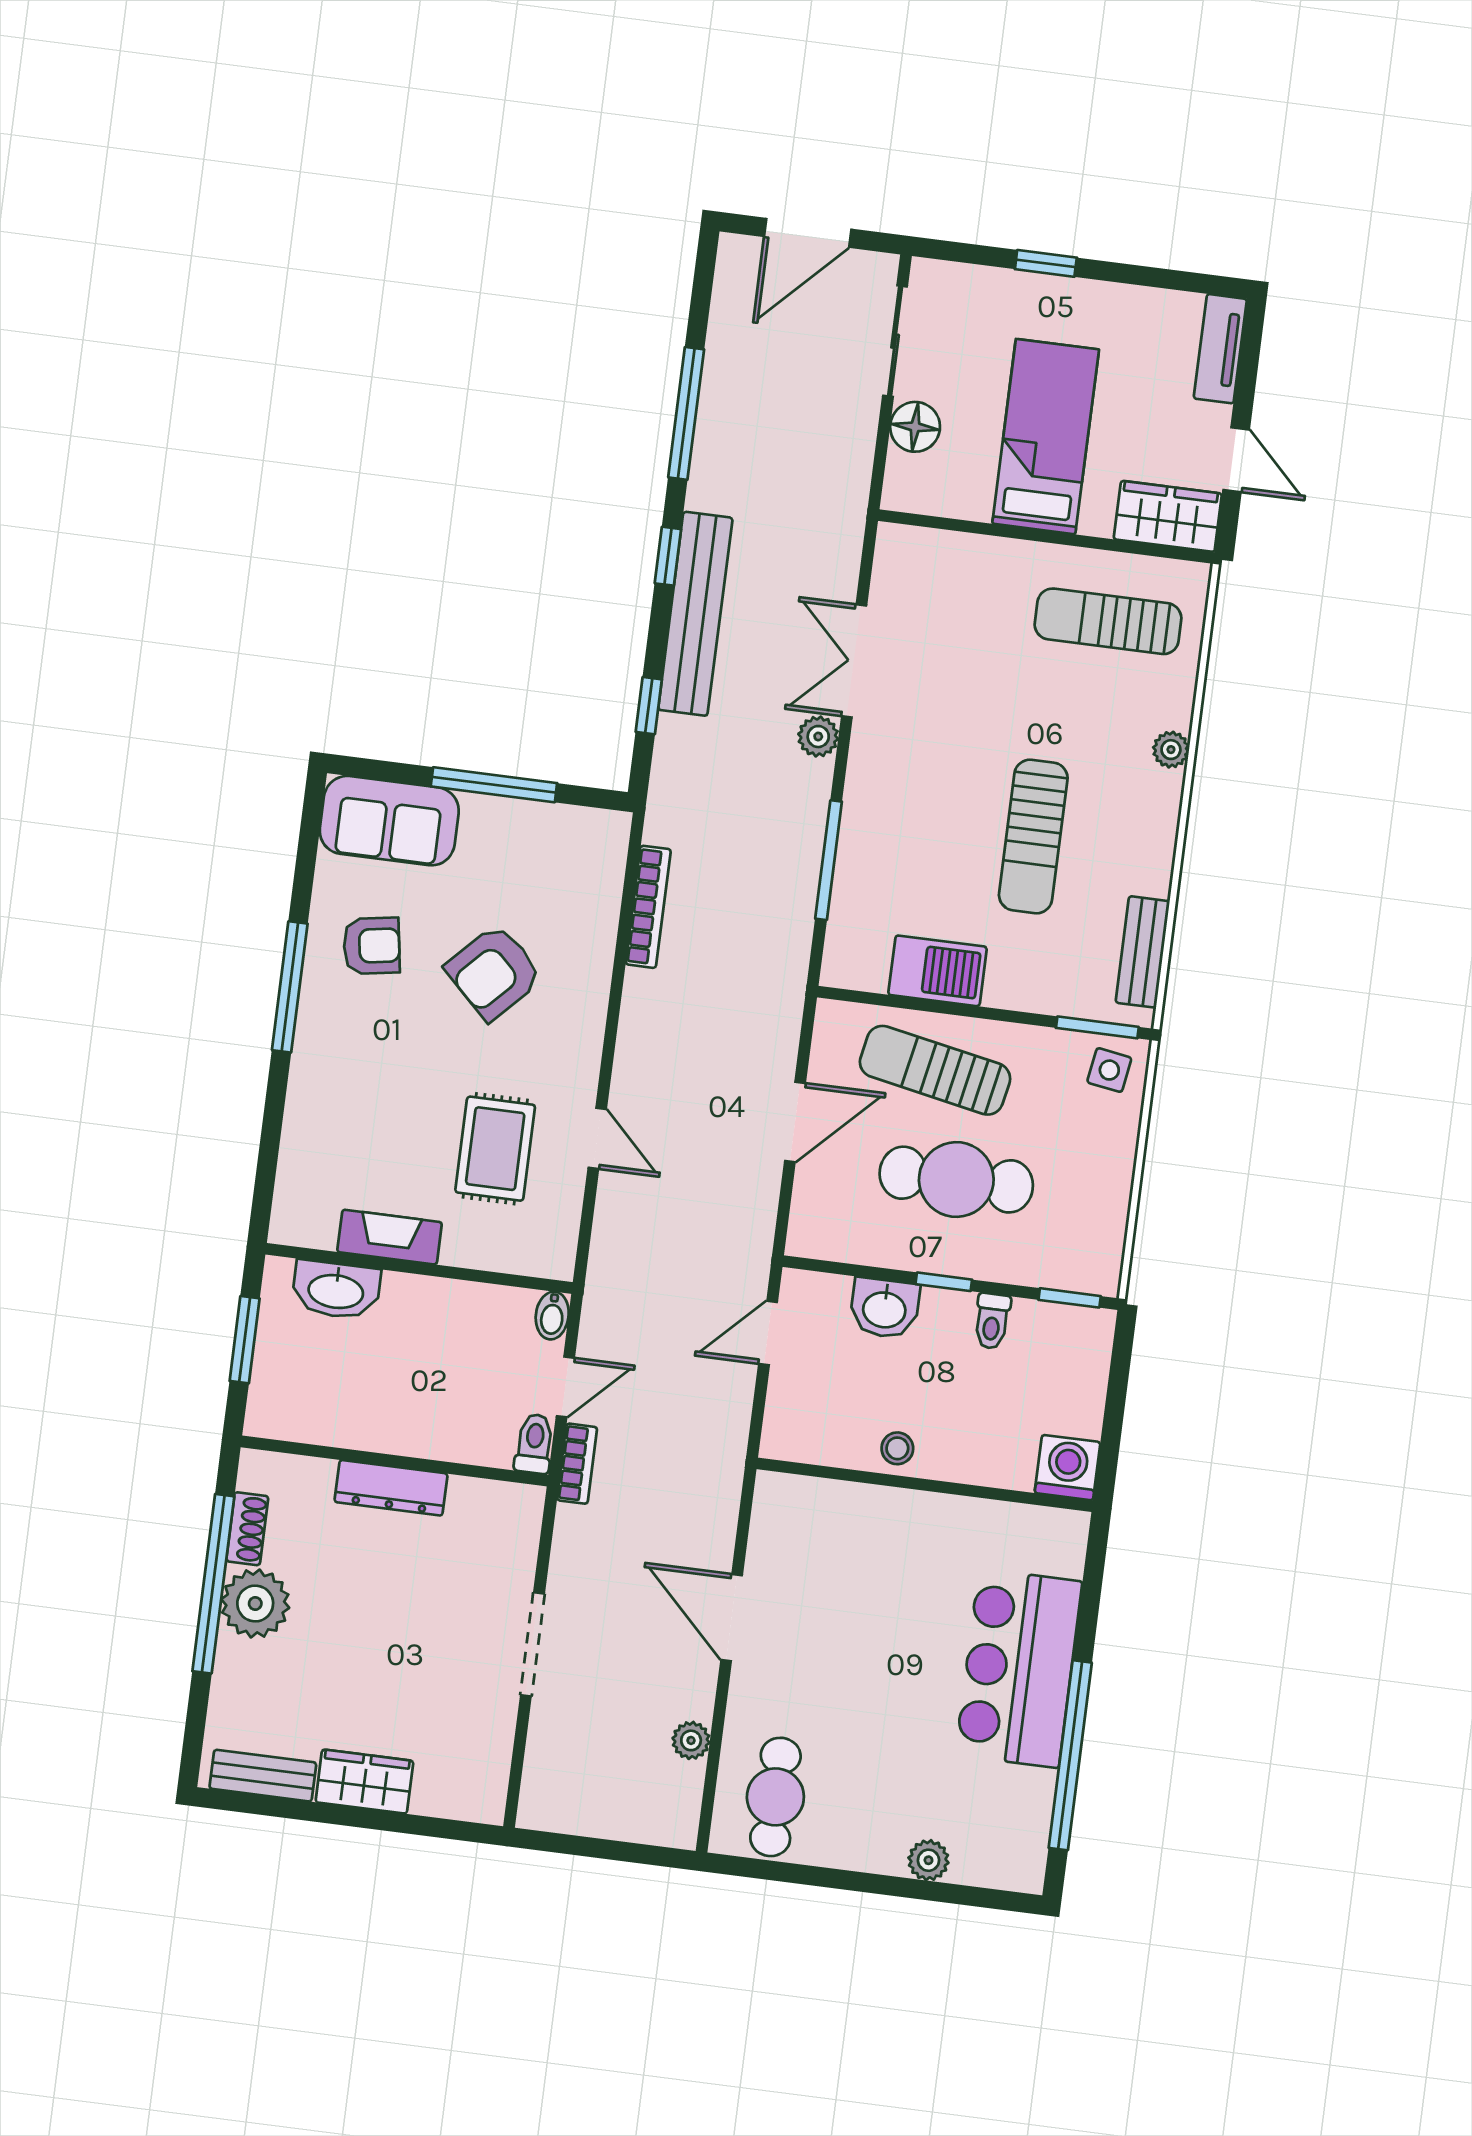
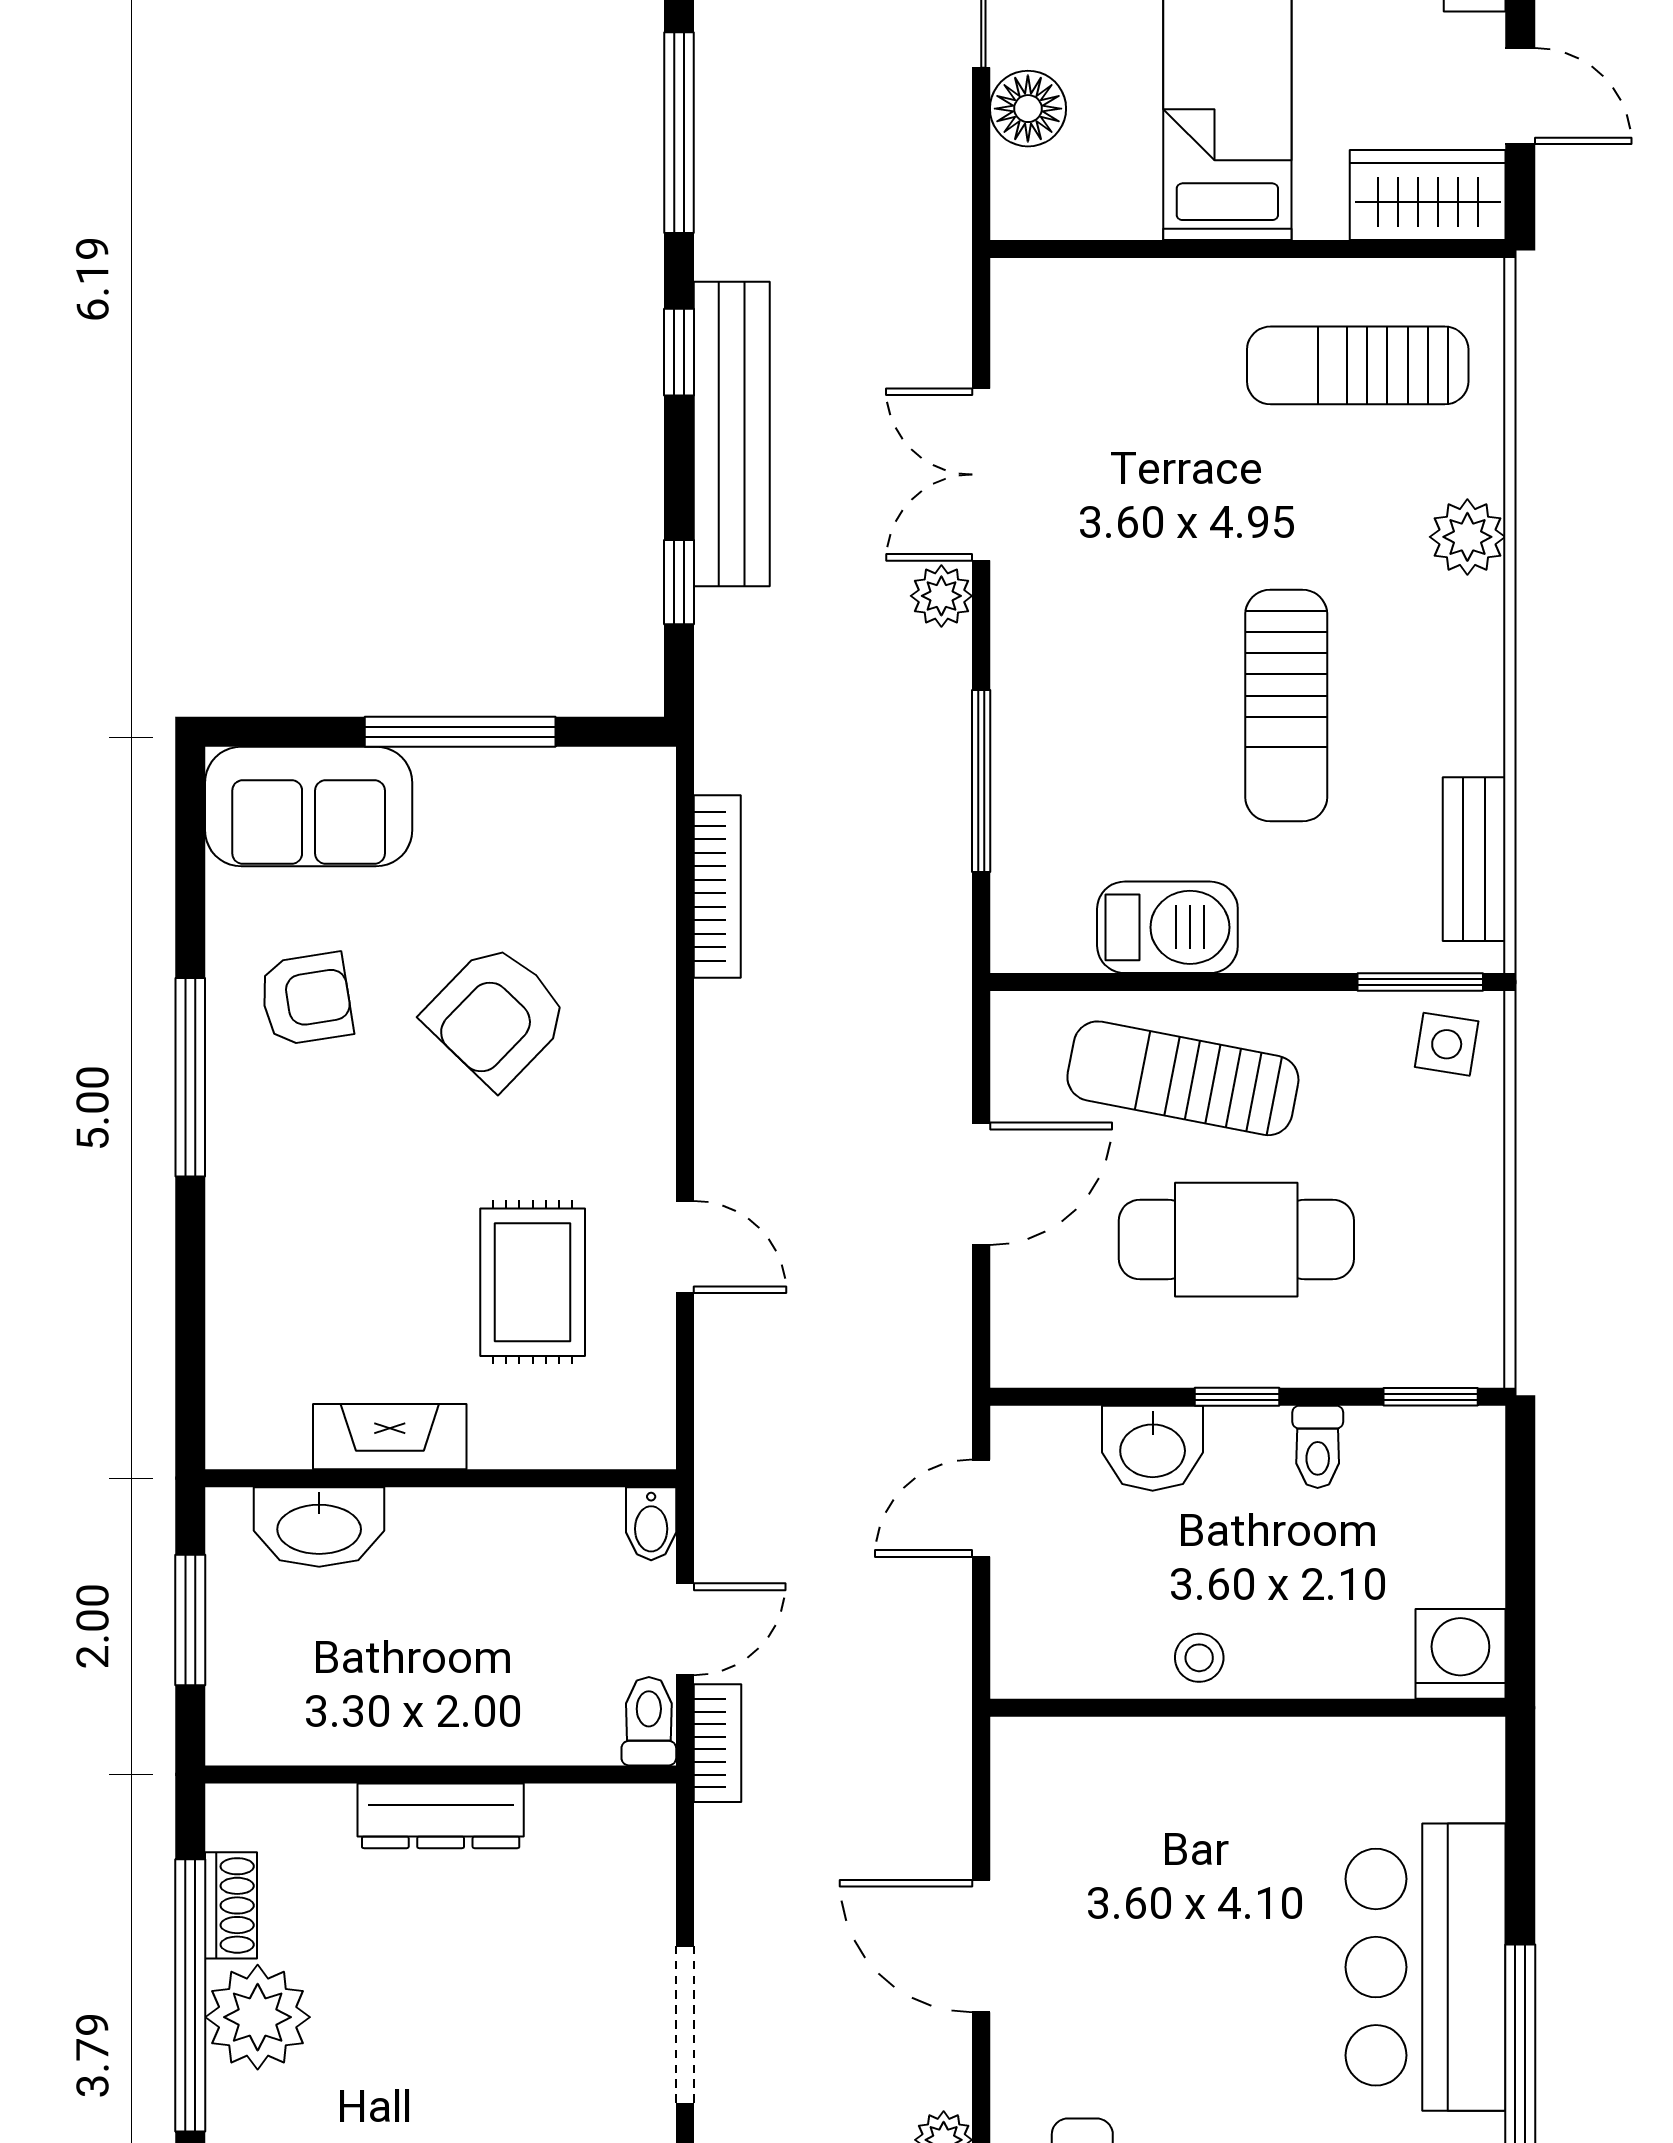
plant: (1171, 750) -> (1467, 537), width x1.38, depth x1.38

